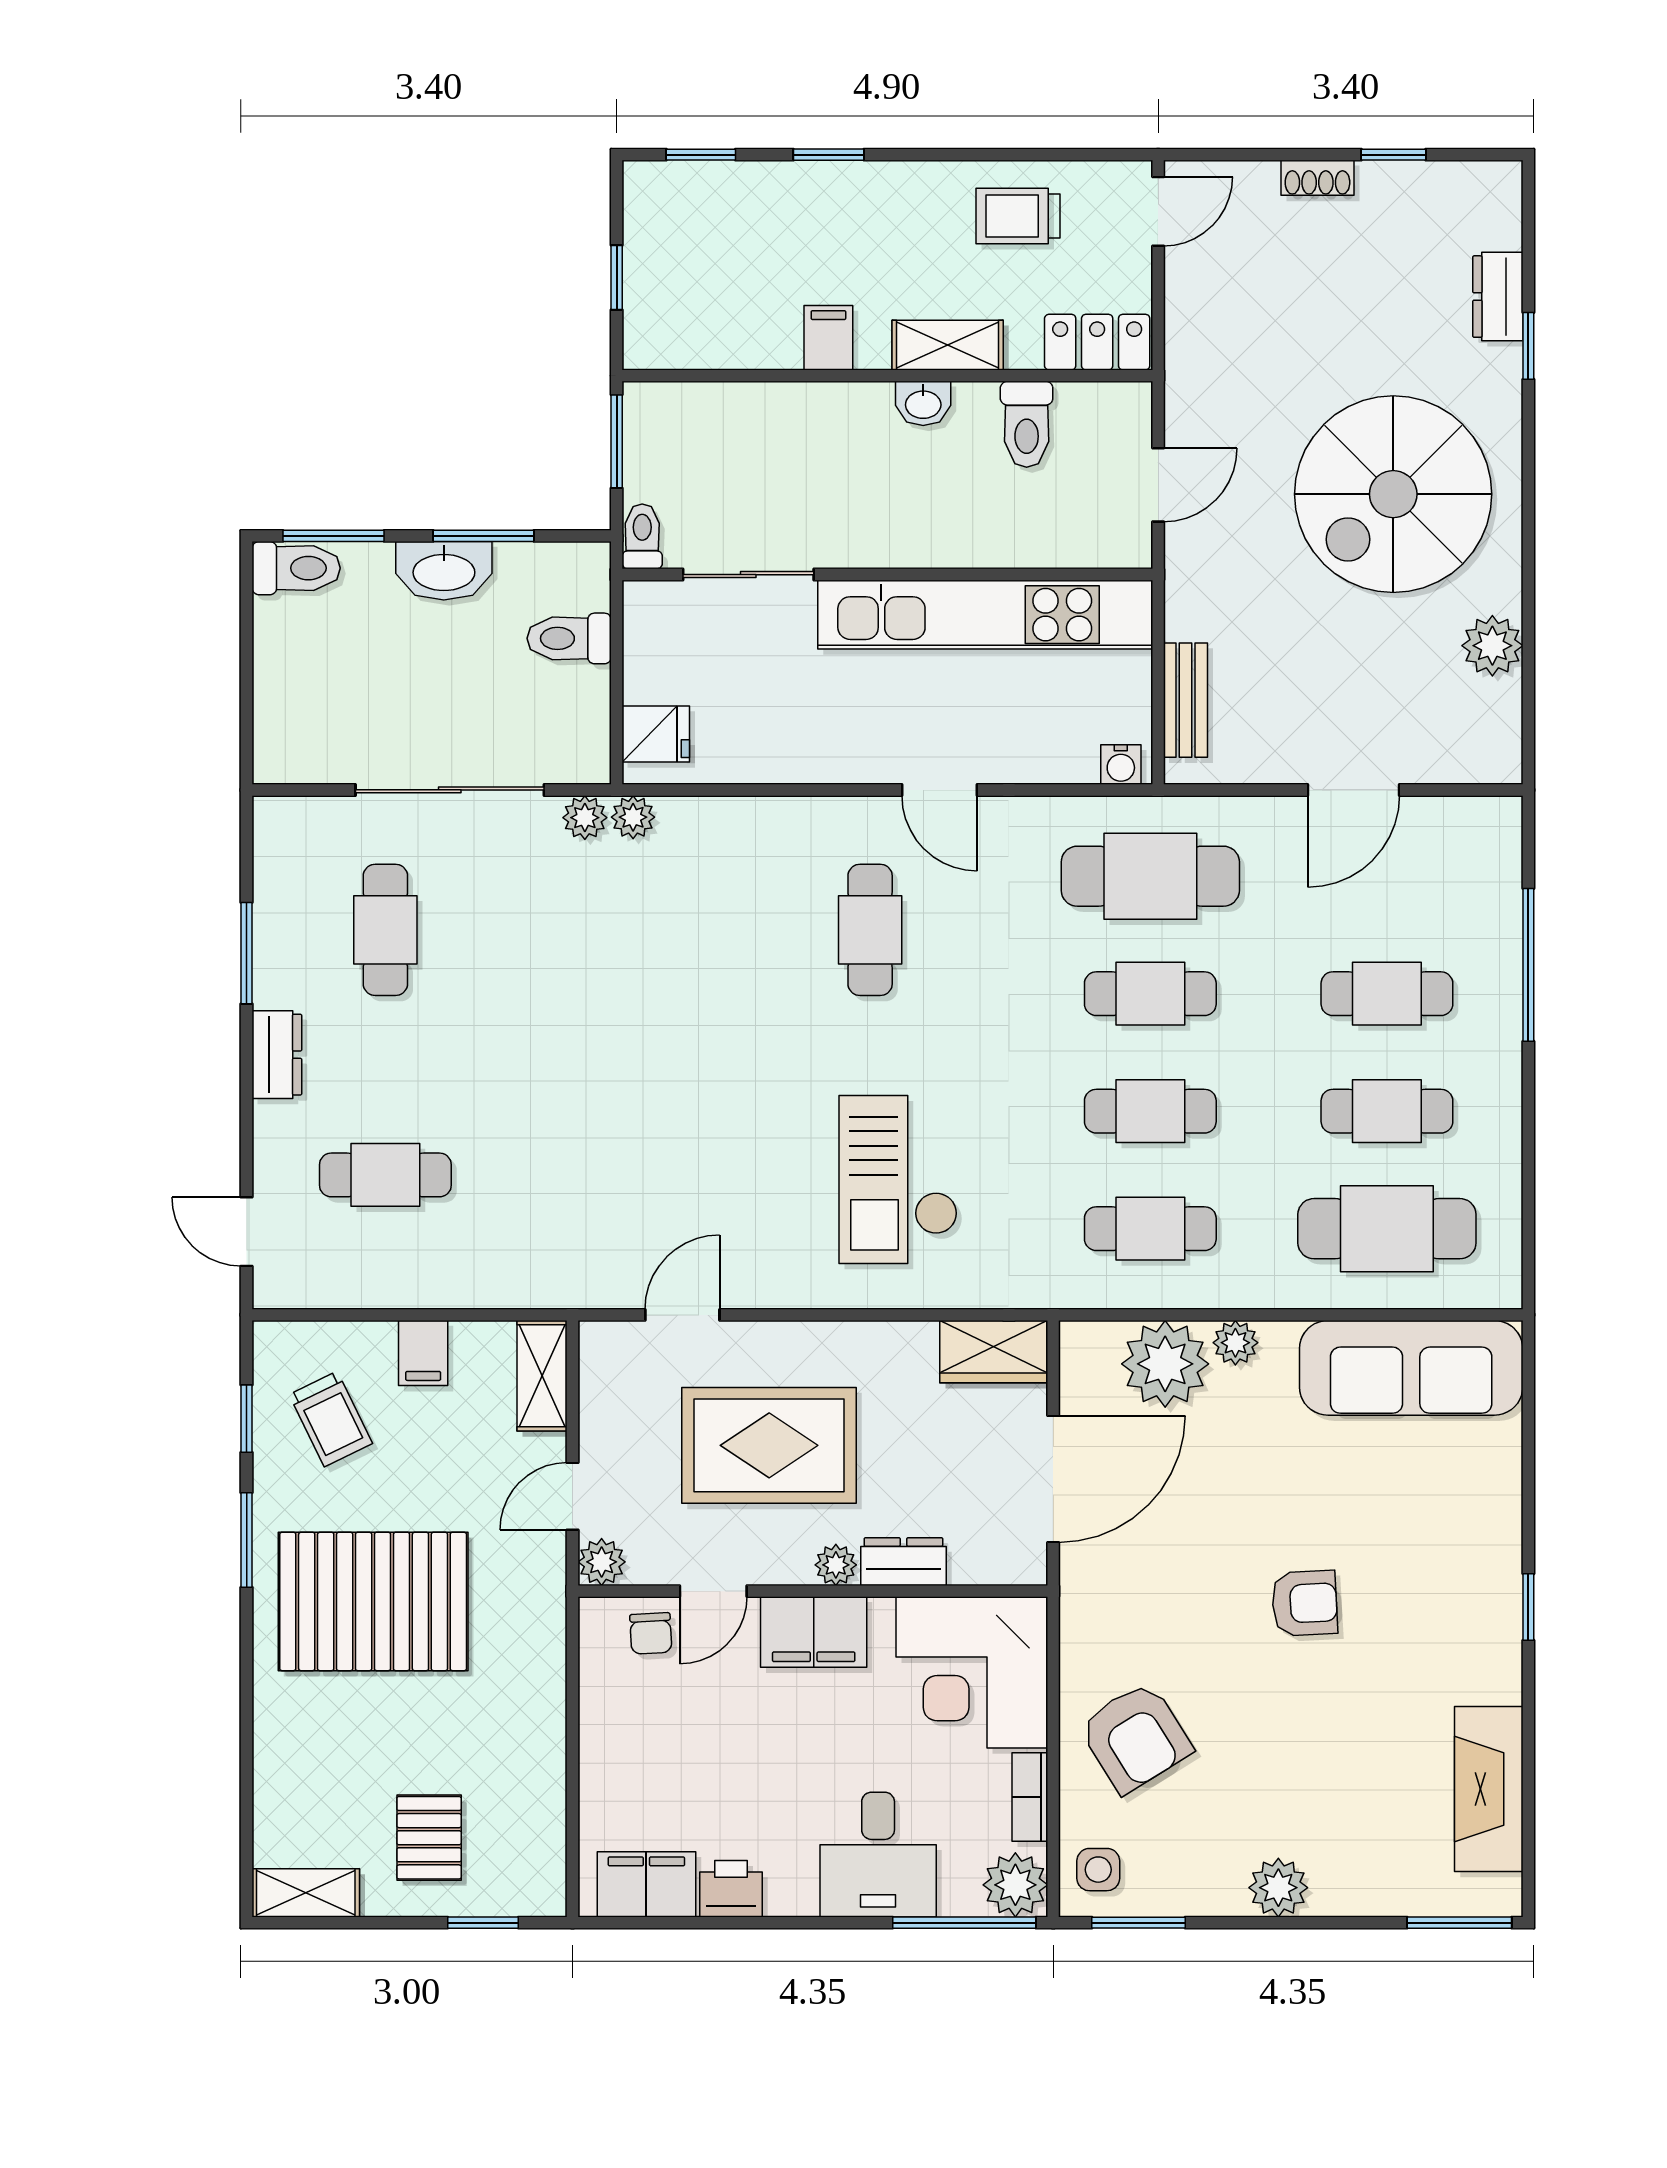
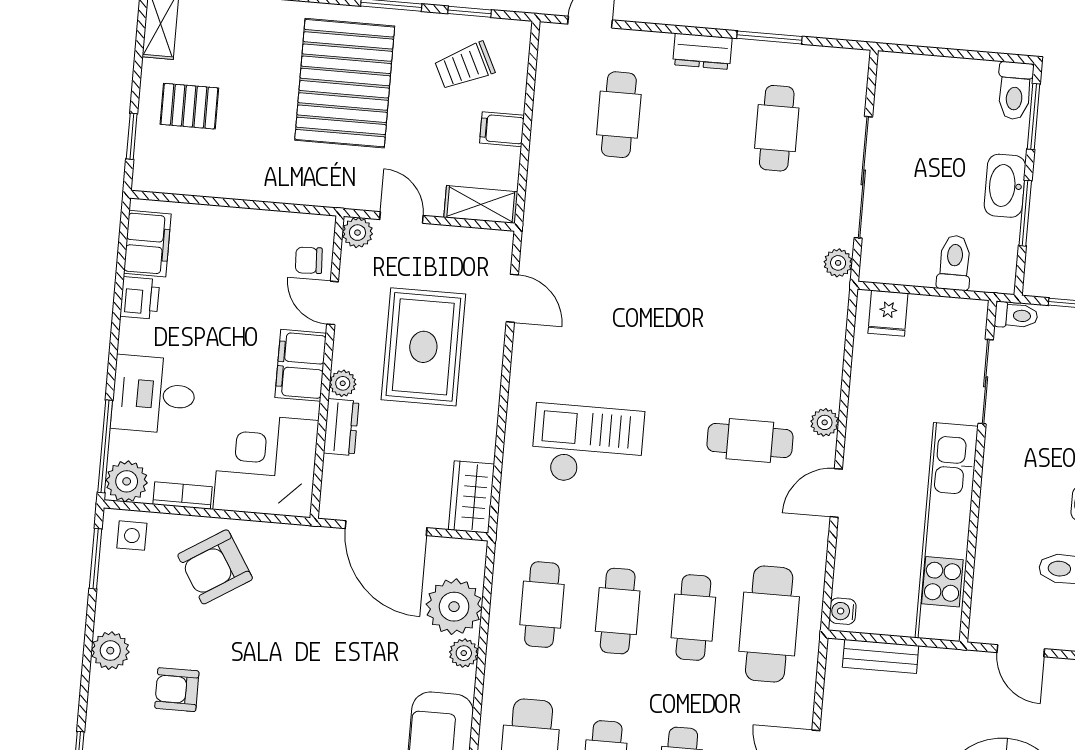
plant: (633, 817) -> (825, 422), moved
cafe table: (385, 930) -> (777, 128), turned 90
armchair: (1305, 1603) -> (177, 690), moved, turned 93

